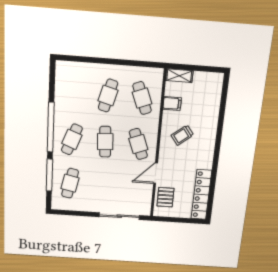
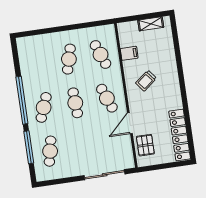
shelving: (179, 76) -> (151, 24), moved

